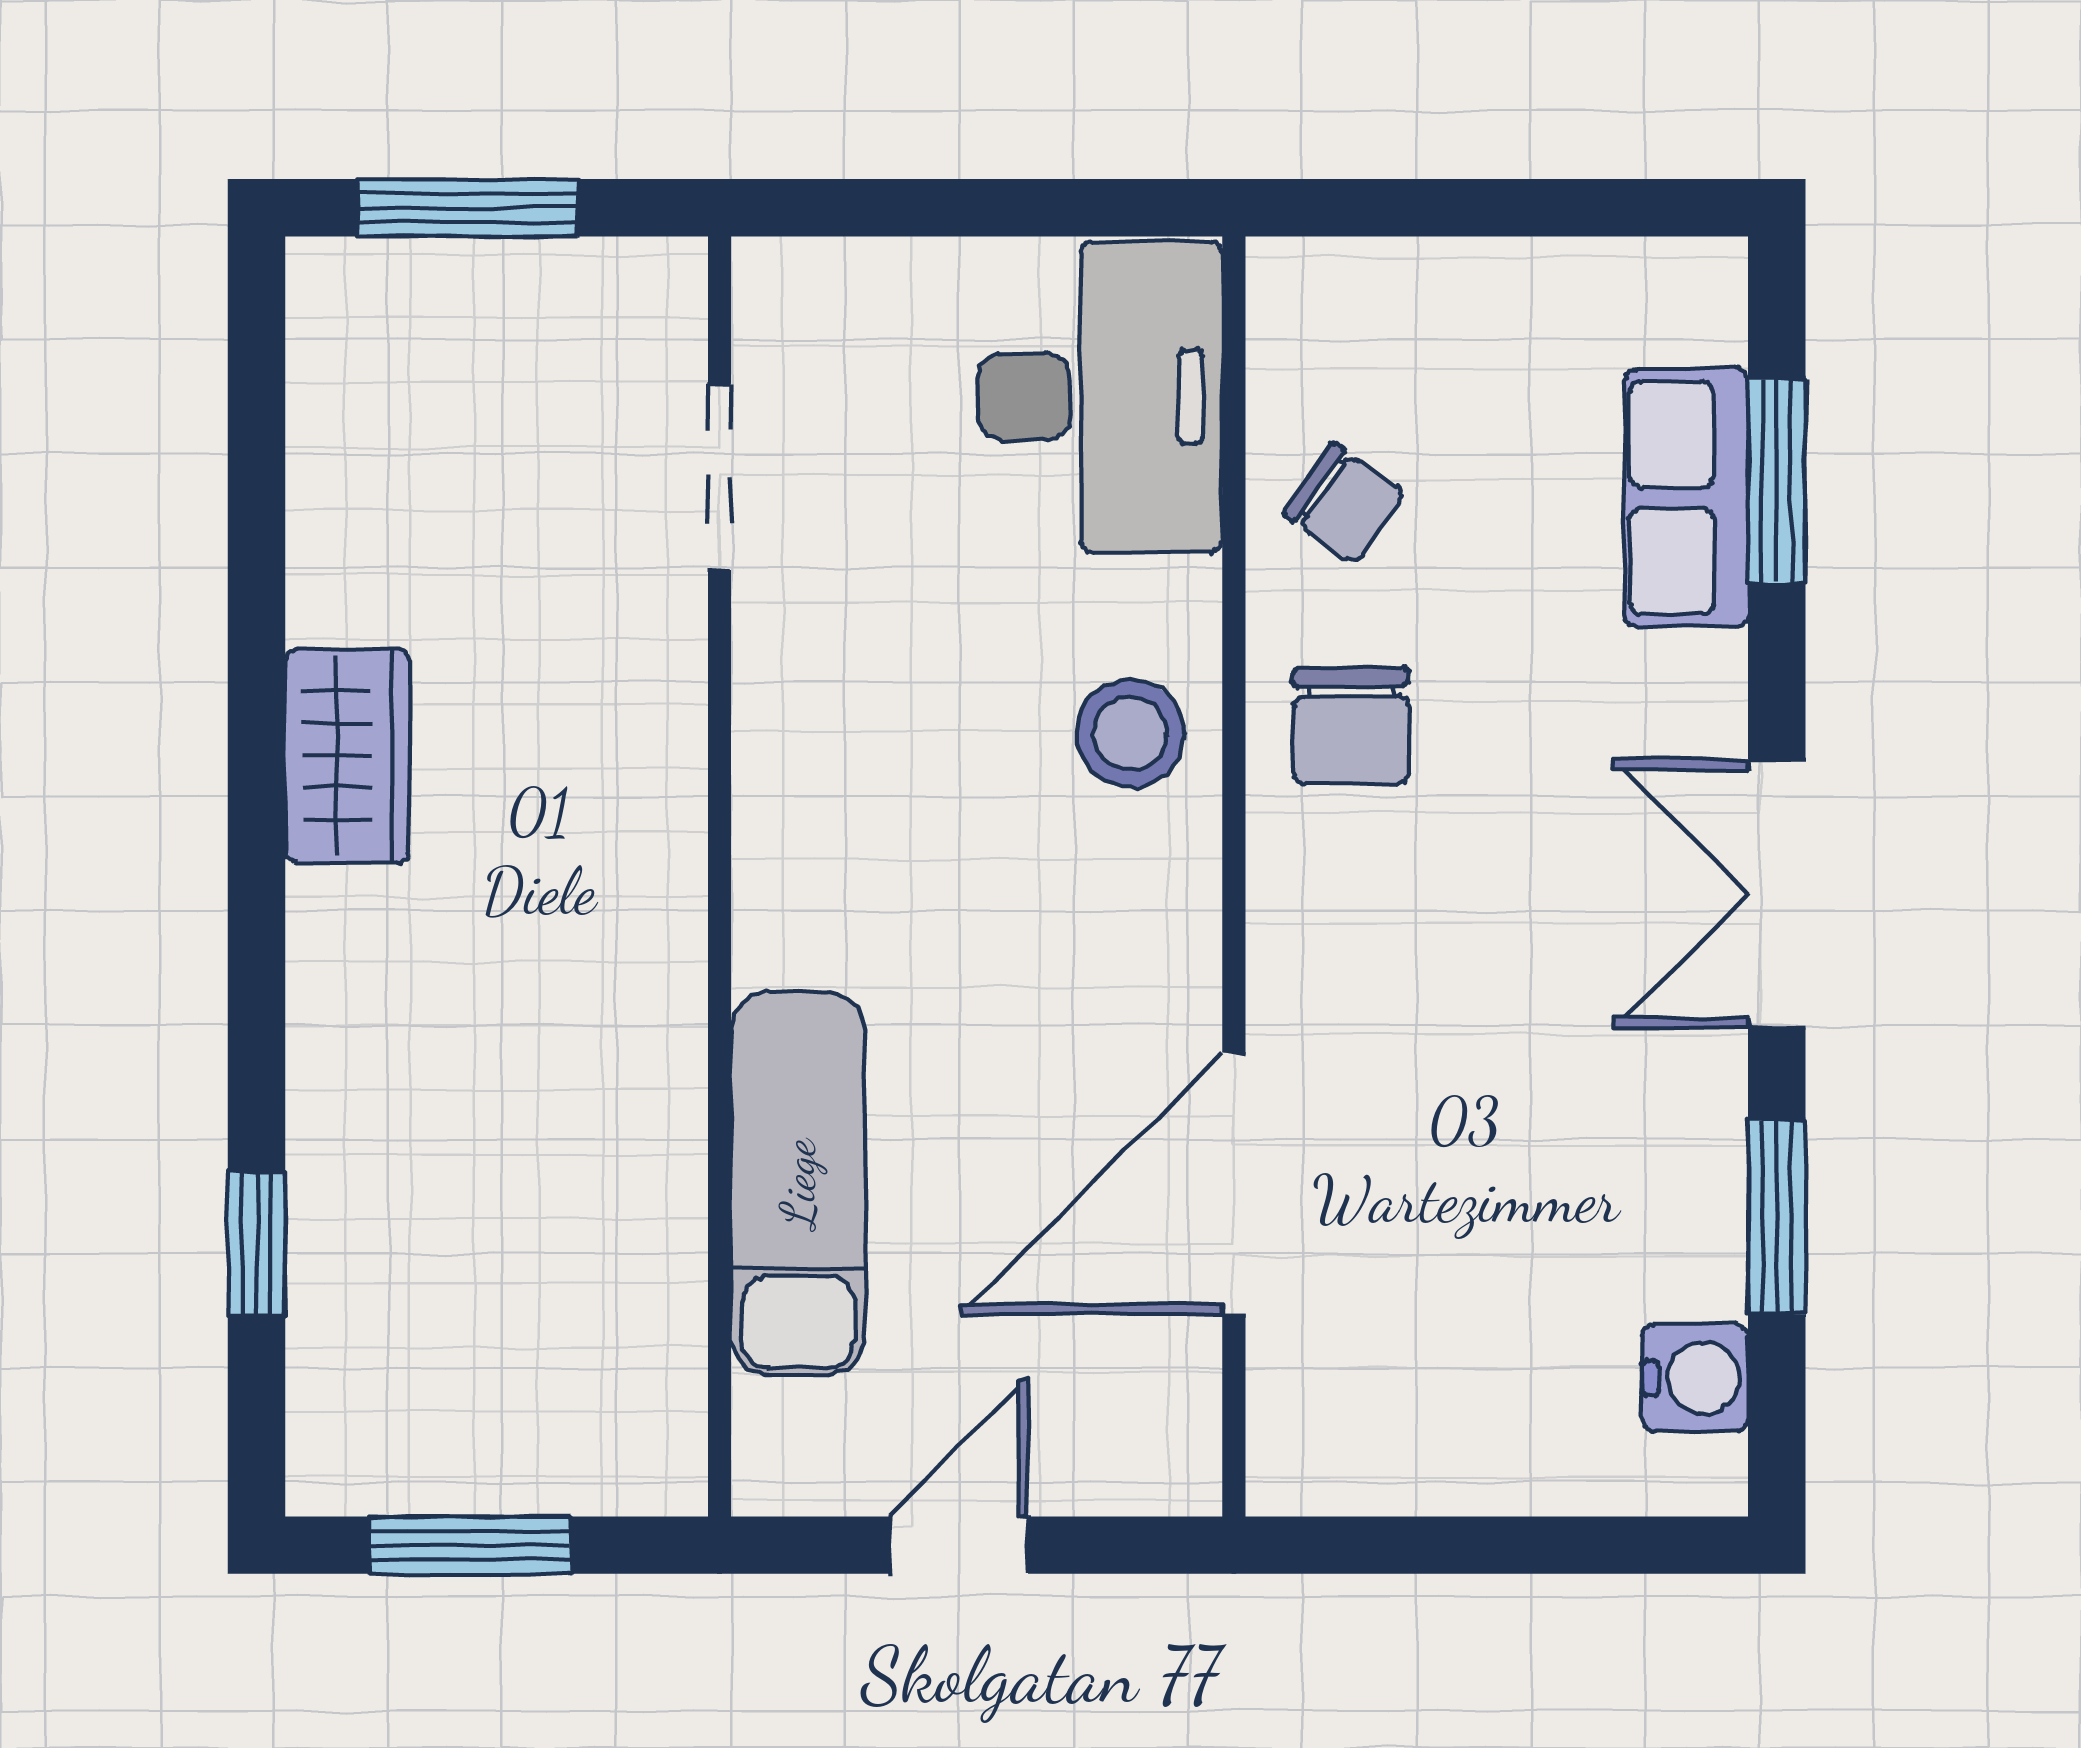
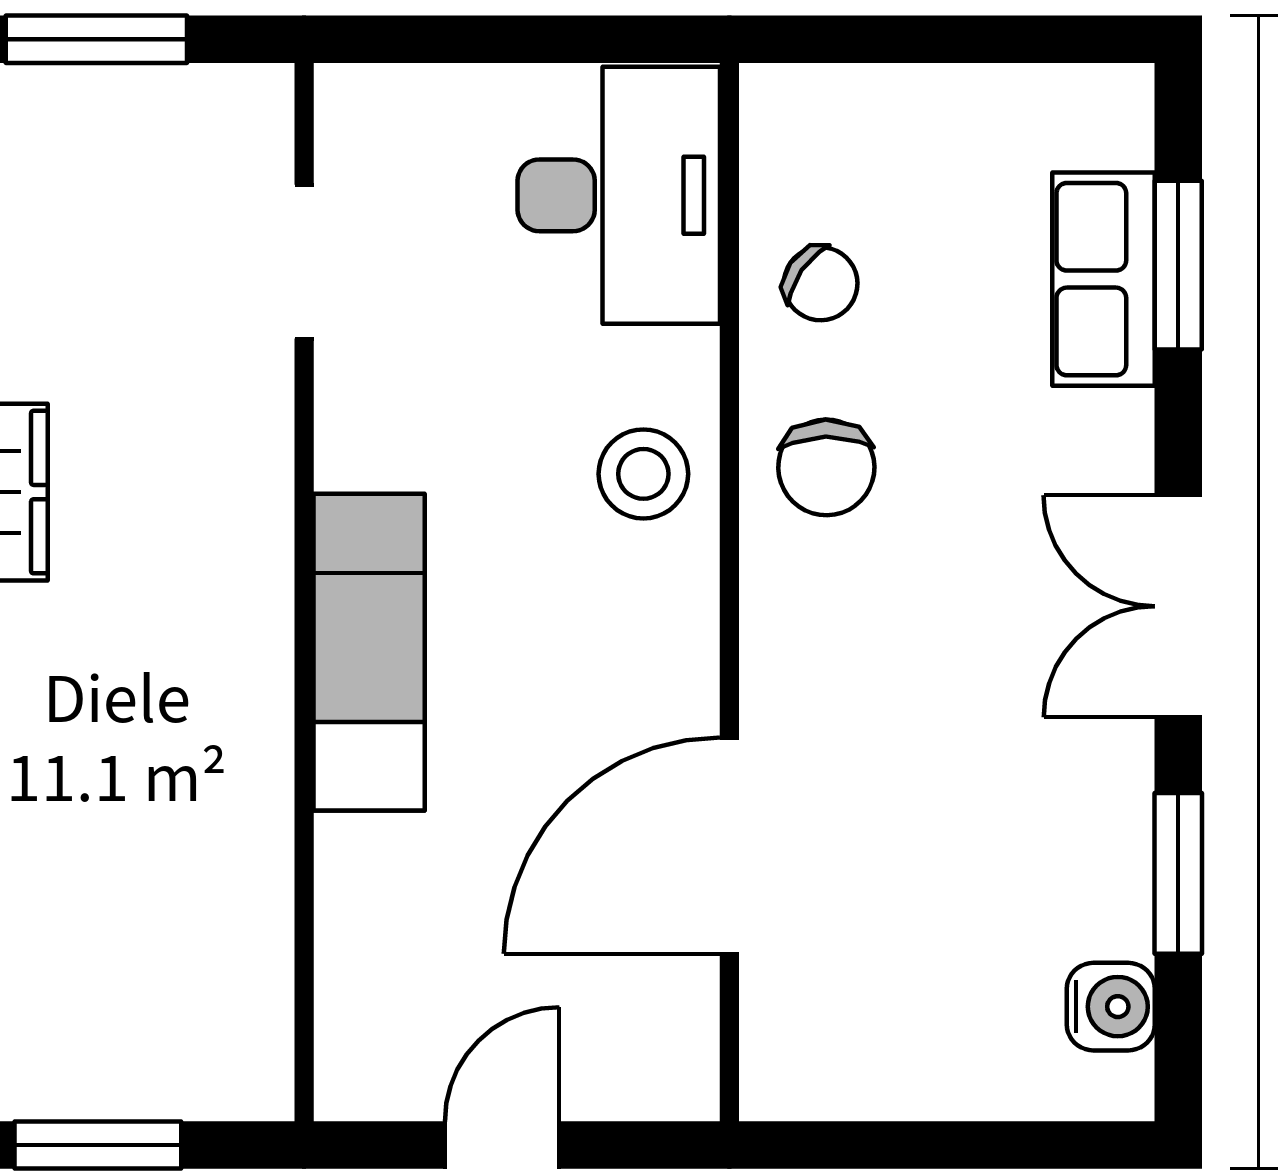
exam couch: (798, 1184) -> (369, 652), moved

